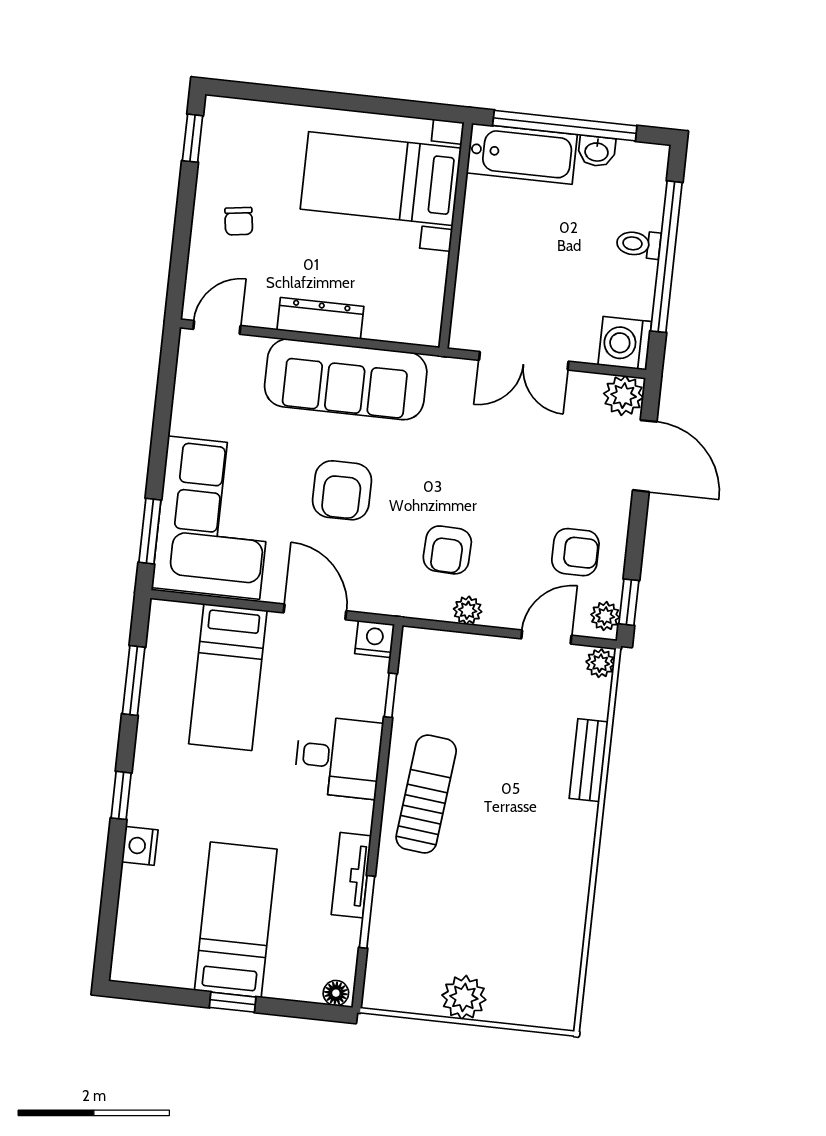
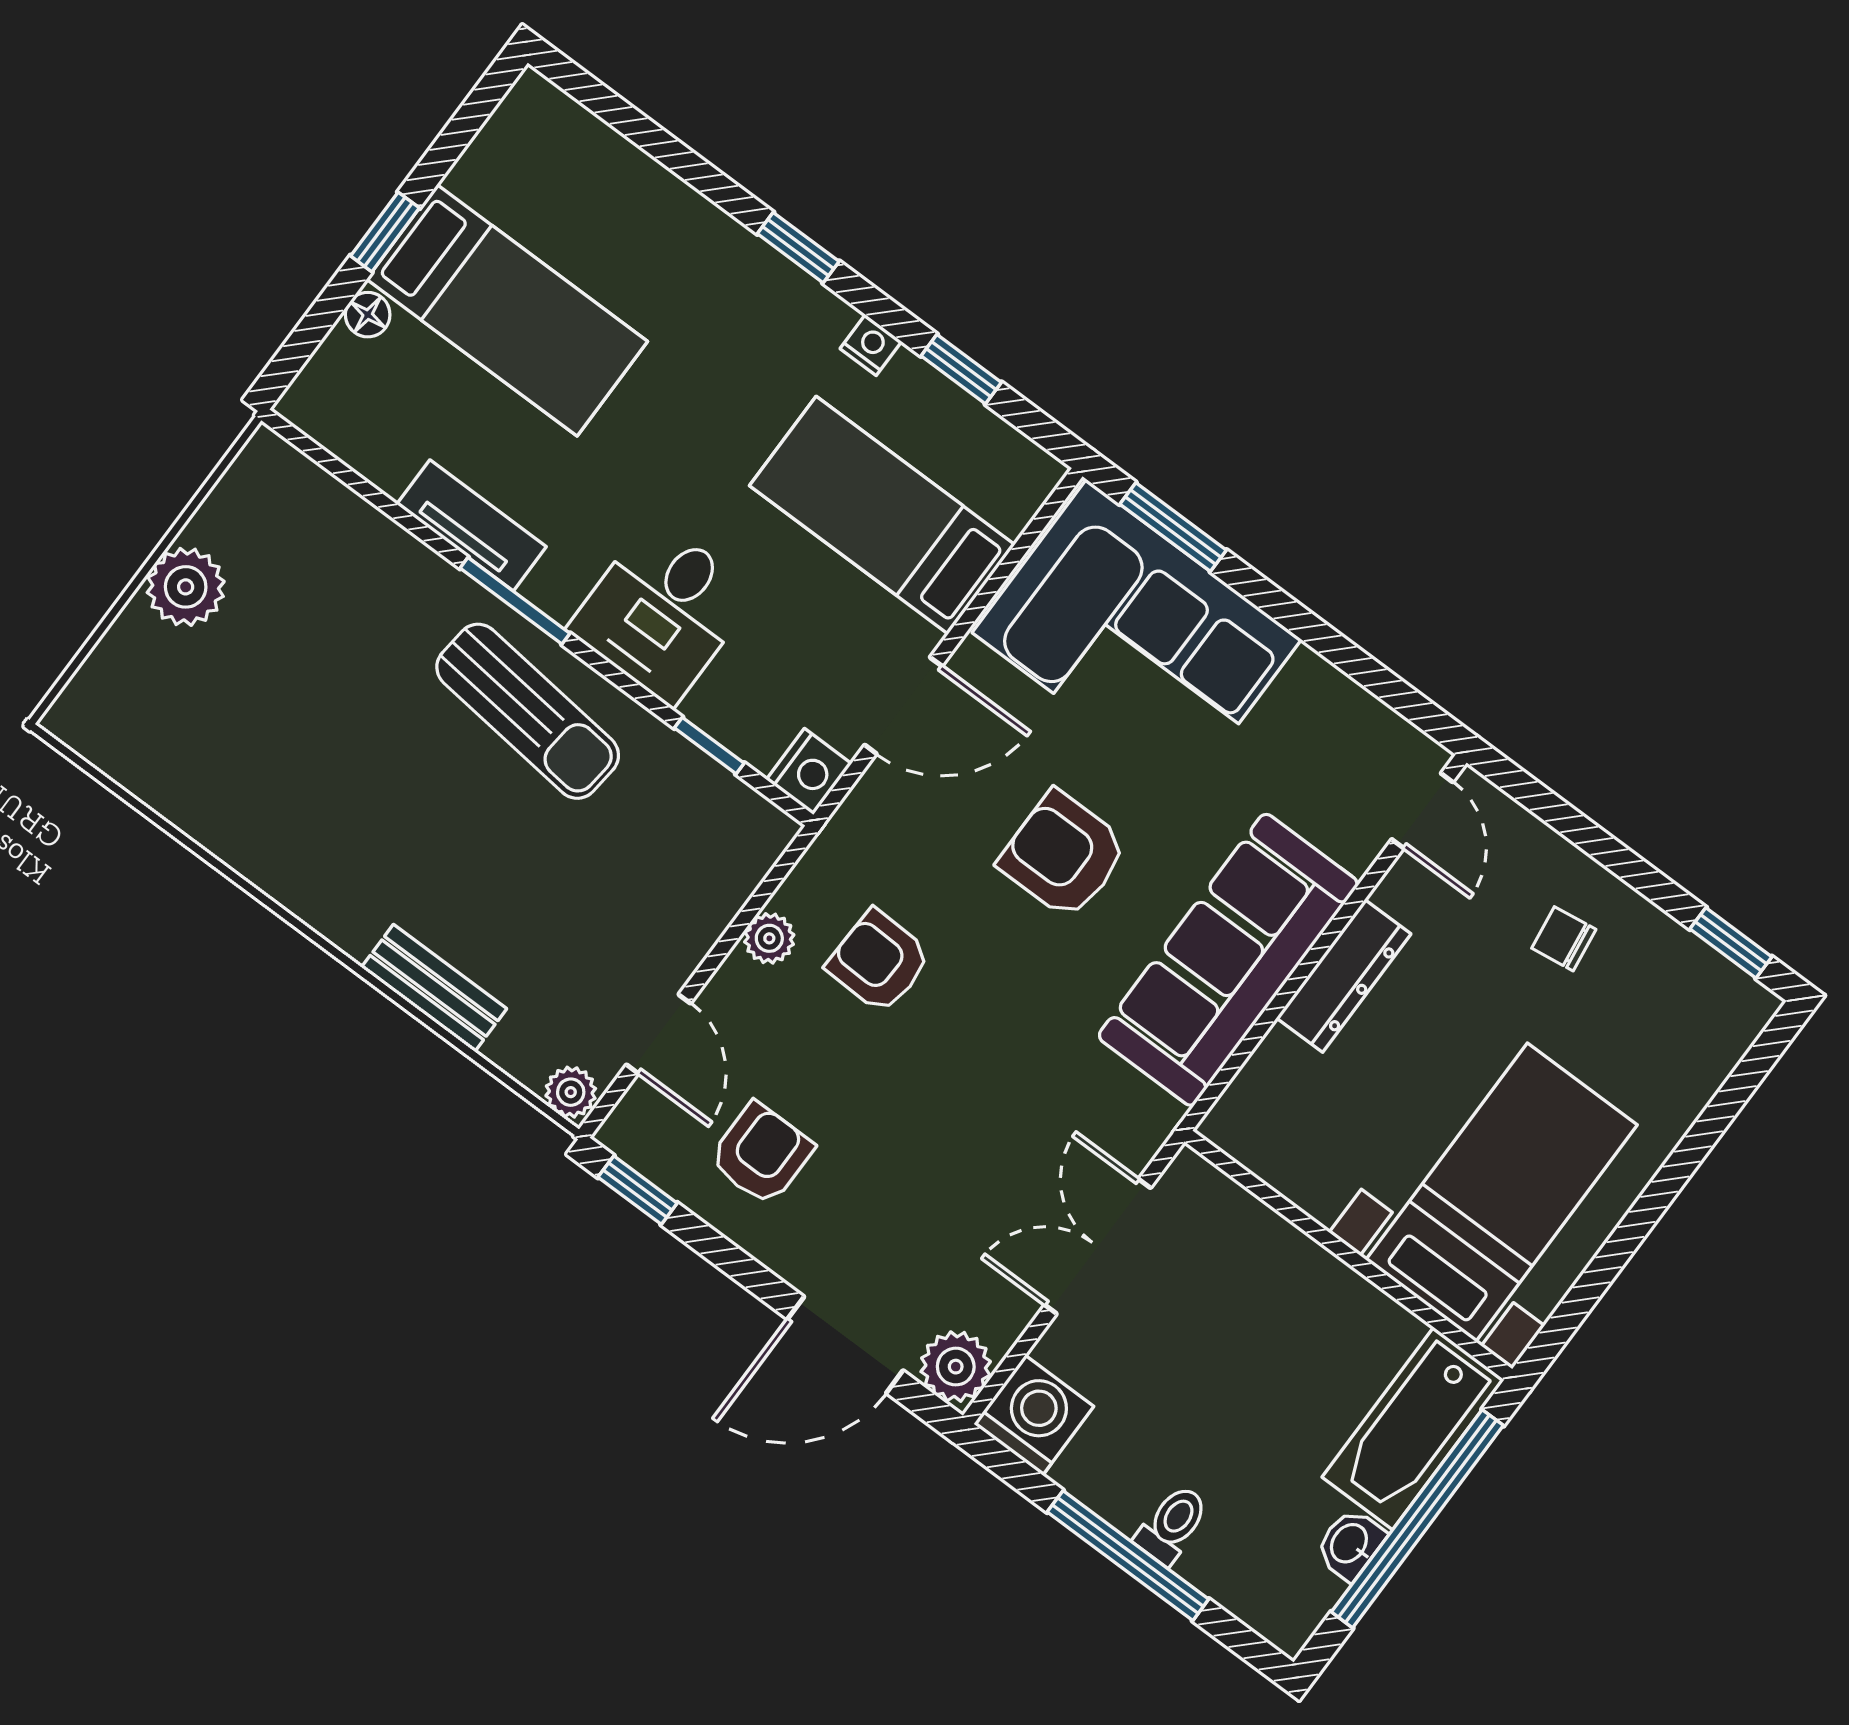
window: (666, 257) -> (1128, 1556), width x0.68
armchair: (575, 552) -> (761, 1154), turned 180
plant: (605, 616) -> (638, 1142), removed
window: (134, 681) -> (961, 369), width x0.67
nightstand: (140, 846) -> (871, 345), moved, width x0.72, depth x0.74
window: (367, 912) -> (515, 601), moved
floor lamp: (336, 993) -> (368, 315), moved

